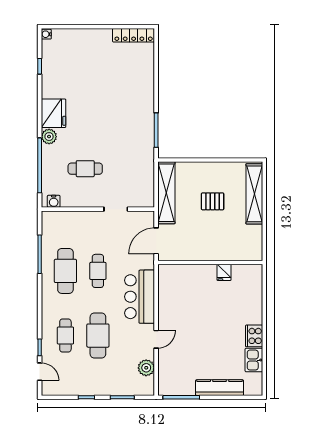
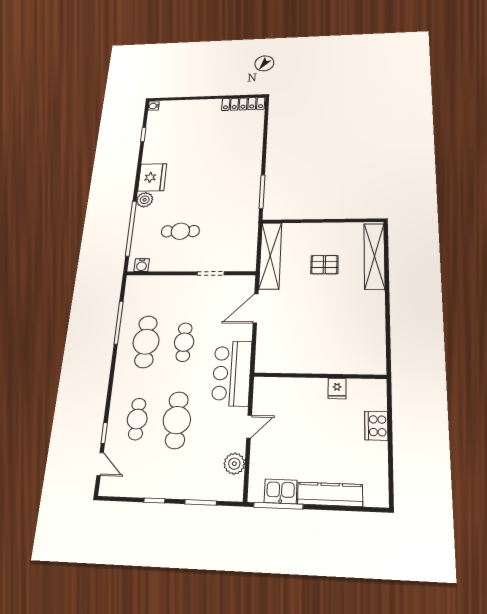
wall: (210, 263) -> (320, 376), moved
fridge: (224, 272) -> (337, 389), moved
kitchen sink: (254, 360) -> (281, 491), moved, turned 90

